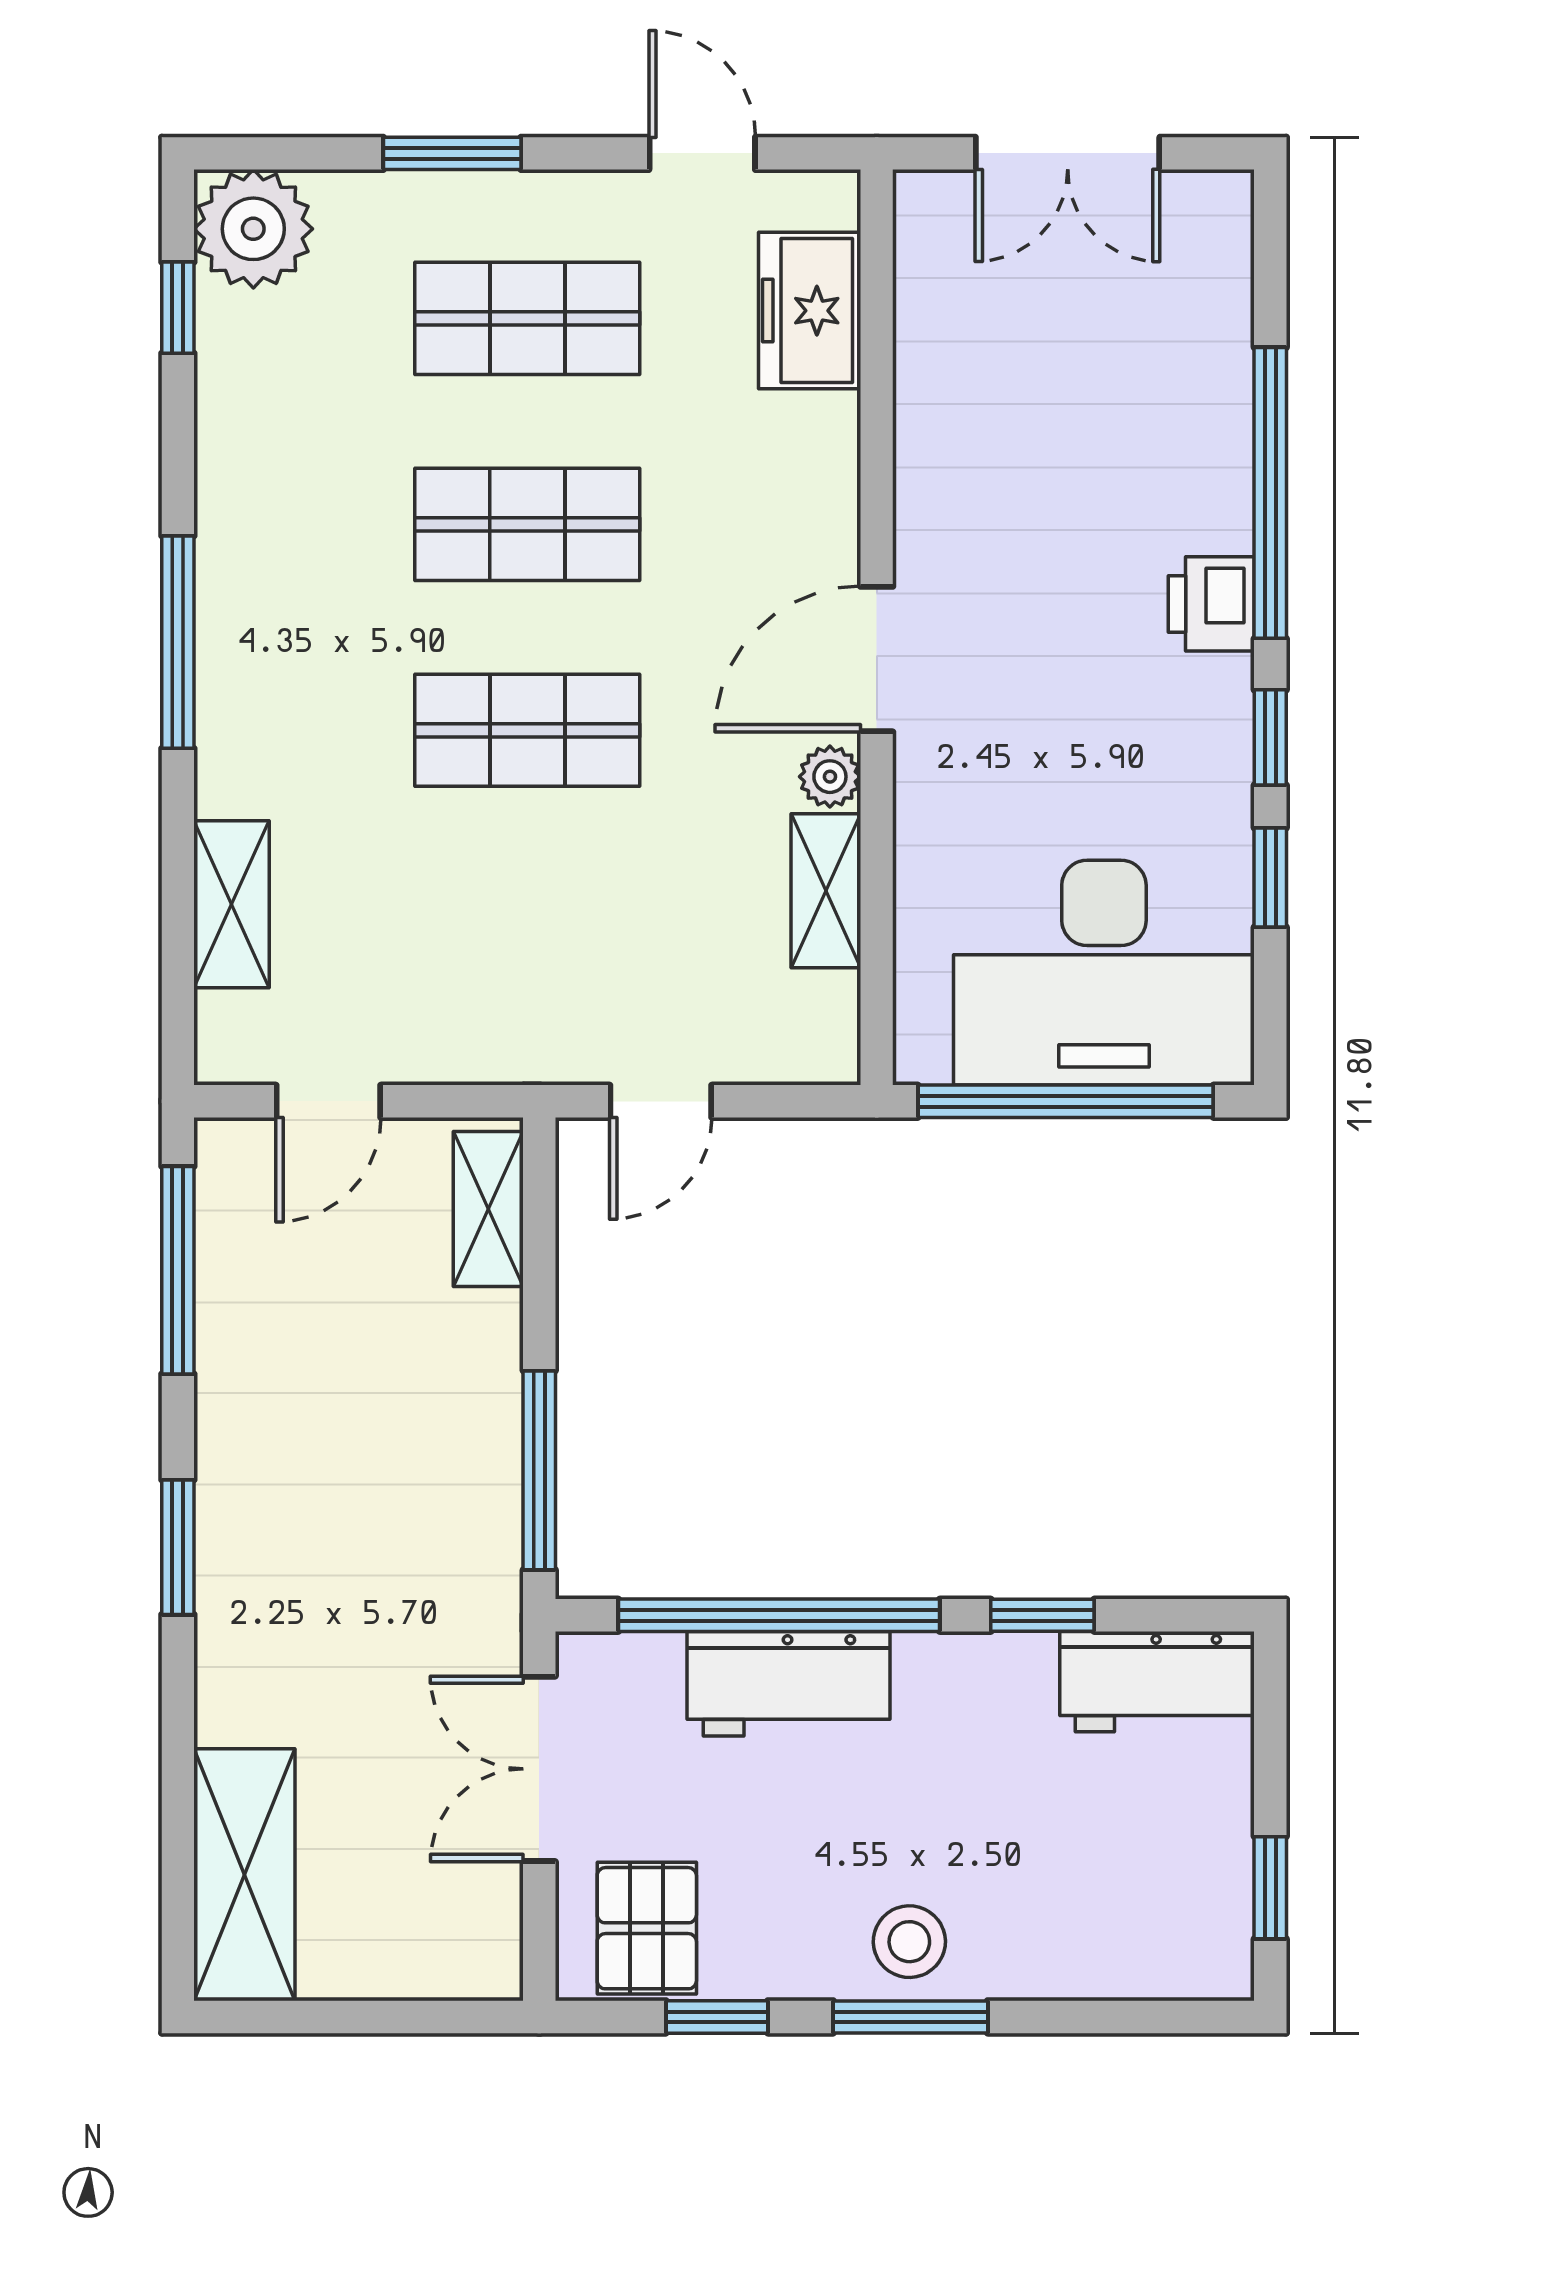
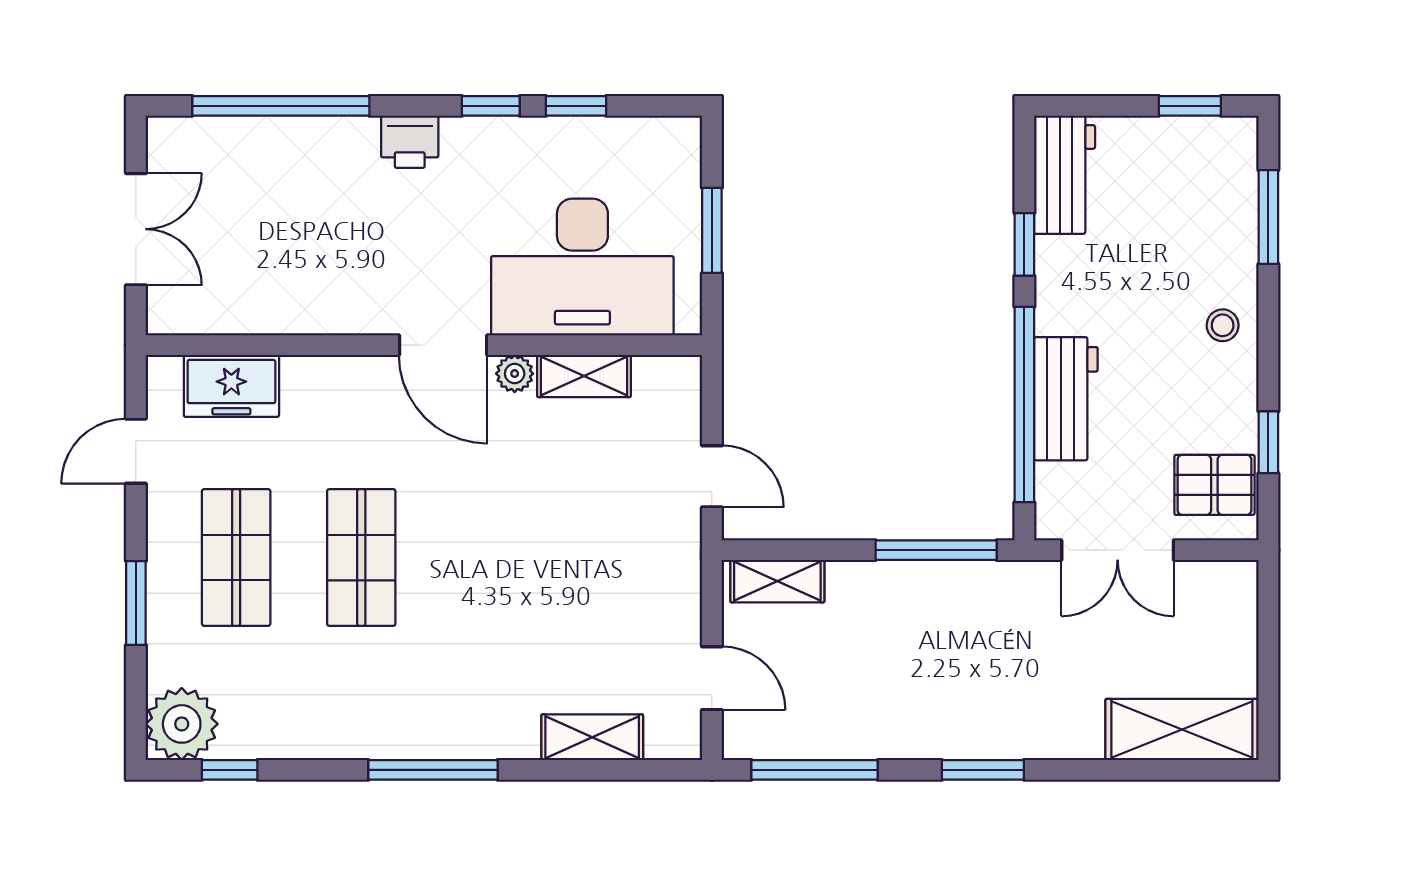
window: (1270, 493) -> (281, 106), moved
shop shelf: (527, 730) -> (486, 557), removed
desk: (1104, 973) -> (582, 267), moved, turned 90
window: (1066, 1101) -> (712, 230), width x0.47
stool: (909, 1942) -> (1223, 325), width x0.73, depth x0.73
window: (910, 2017) -> (1268, 217), moved

